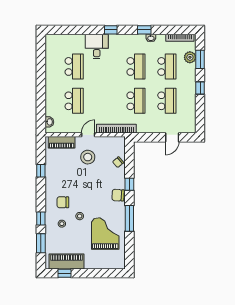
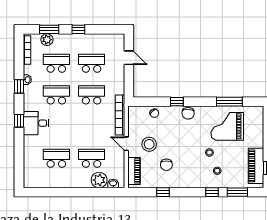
desk: (97, 46) -> (36, 123), moved
plant: (53, 108) -> (99, 180), added
chair: (63, 202) -> (166, 165), moved
window: (129, 218) -> (229, 102), moved

